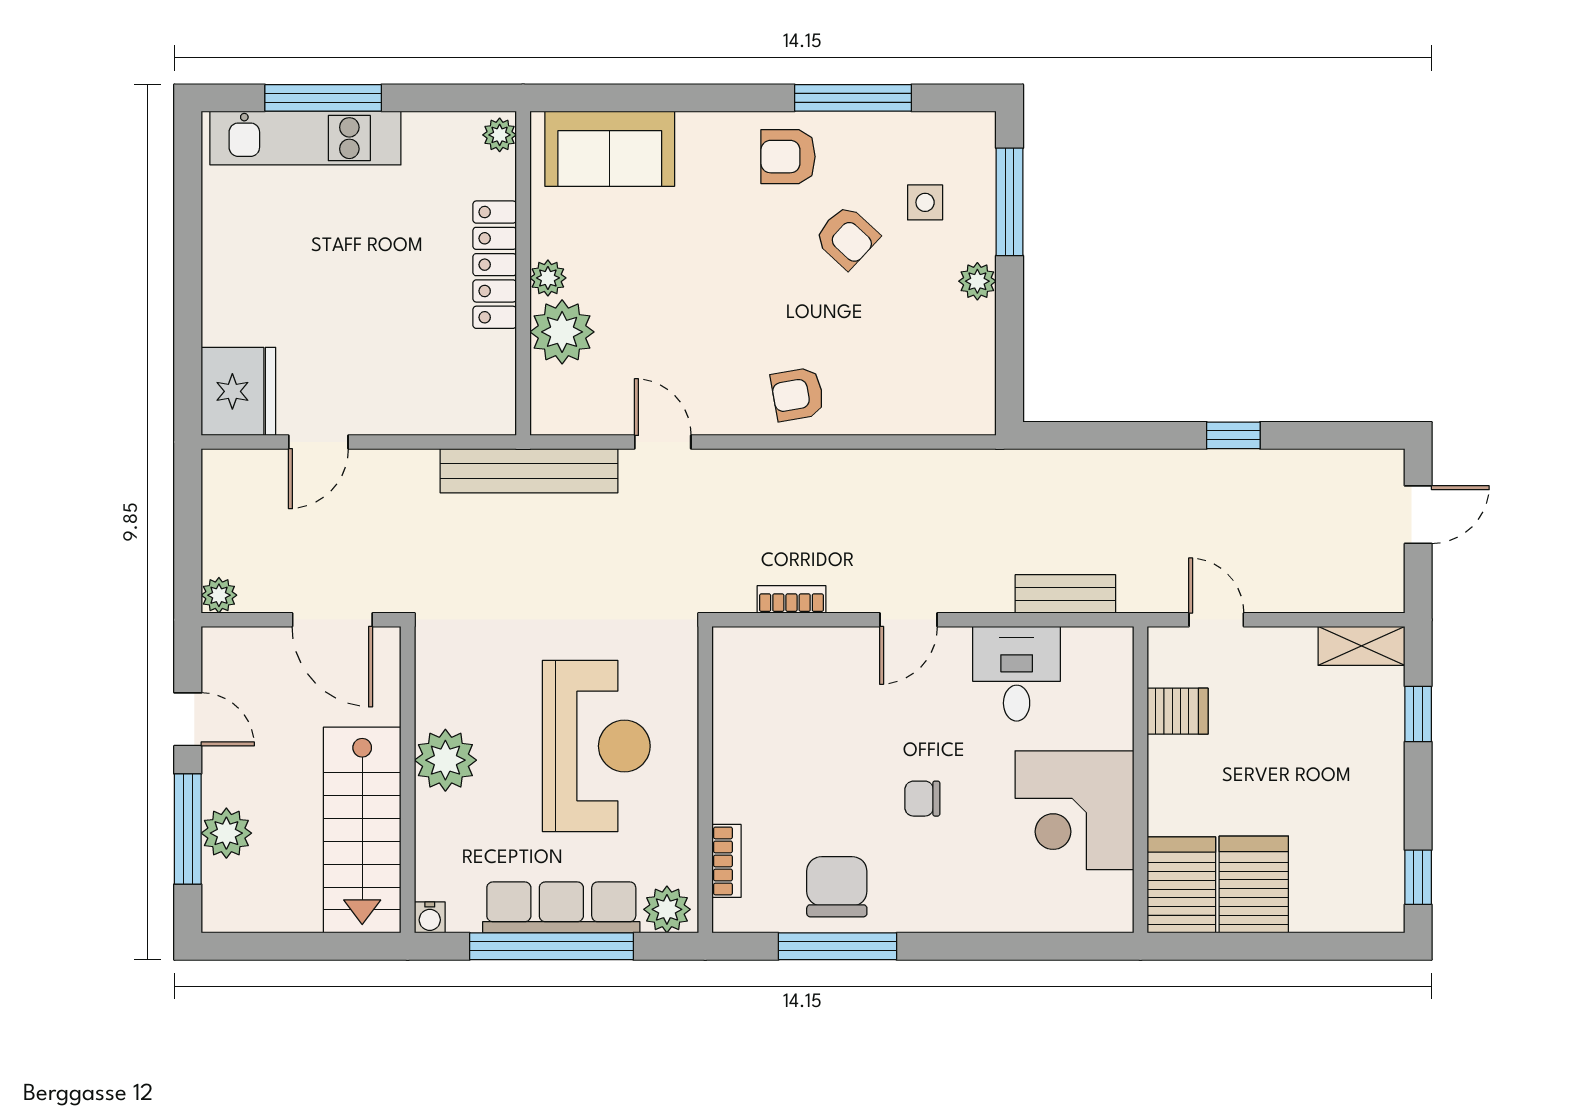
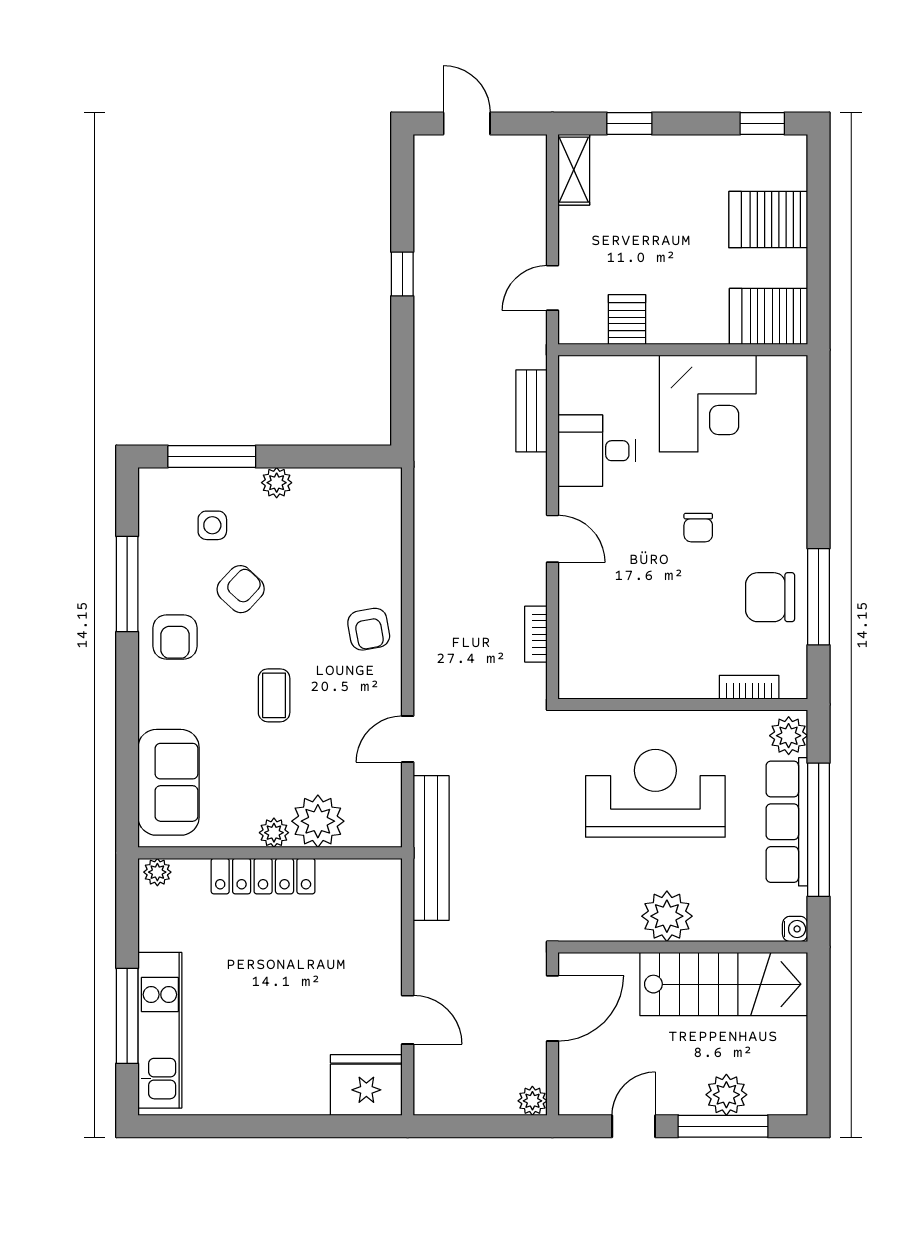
coffee table: (716, 278) -> (274, 695), added
server rack: (1254, 884) -> (768, 220), moved

